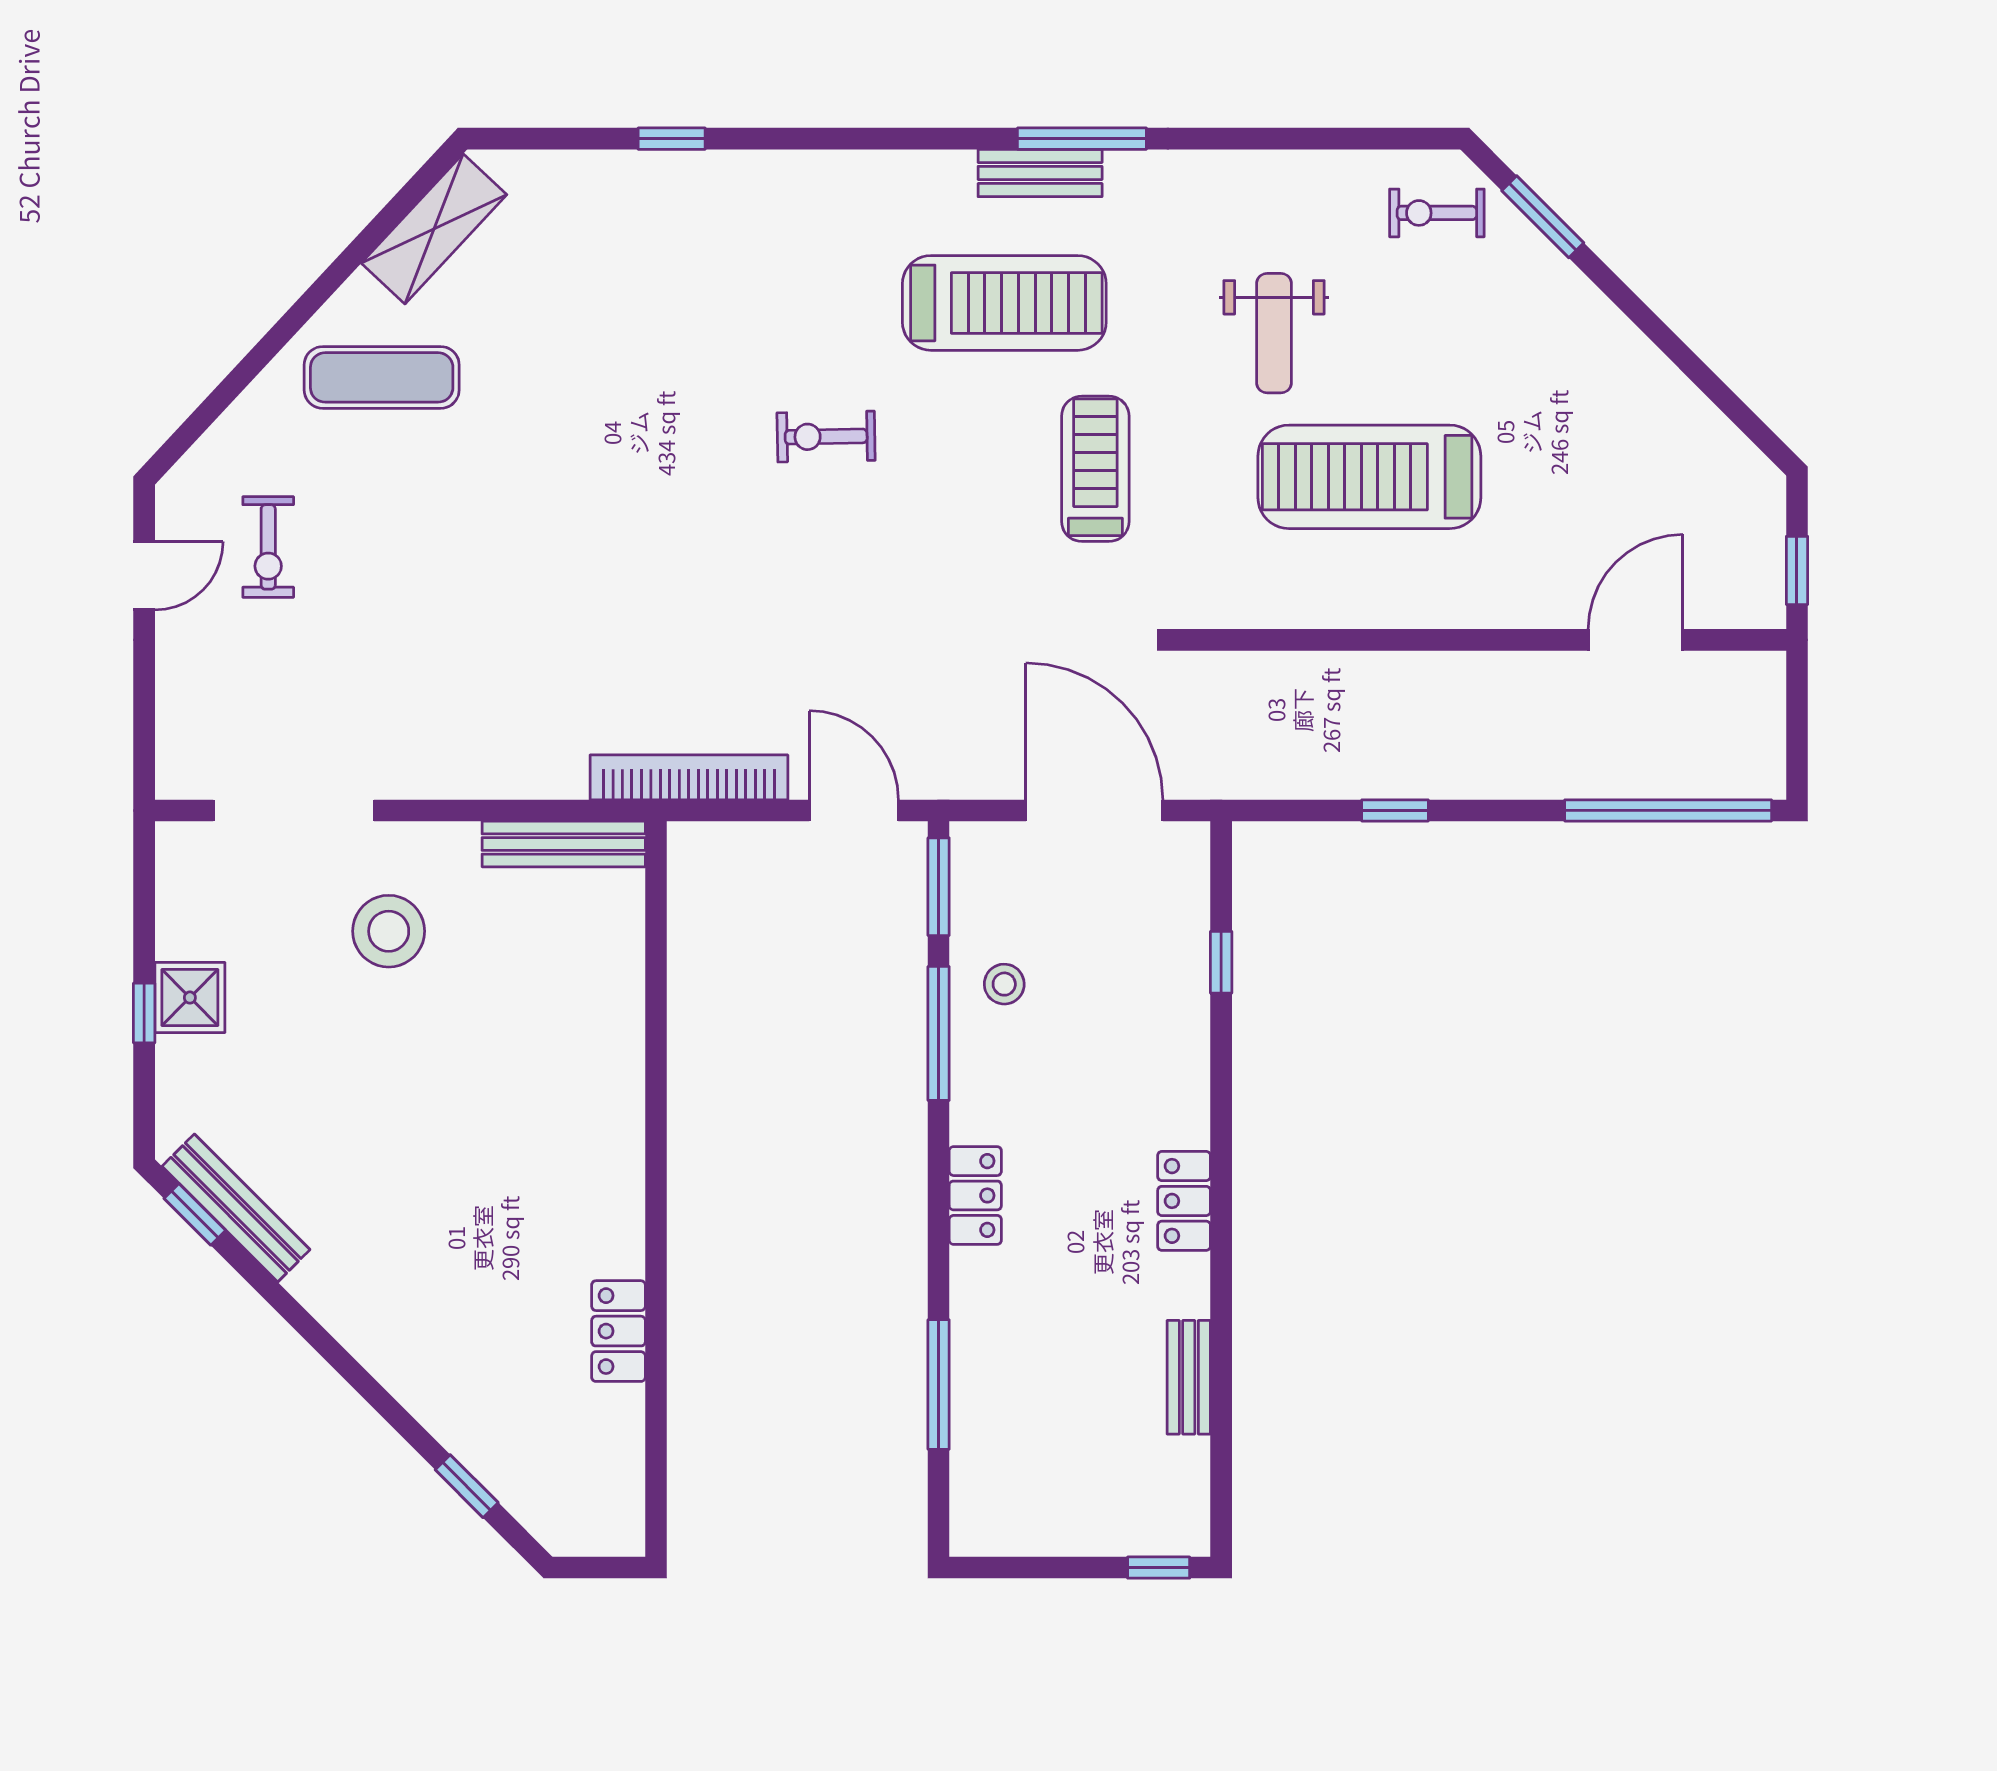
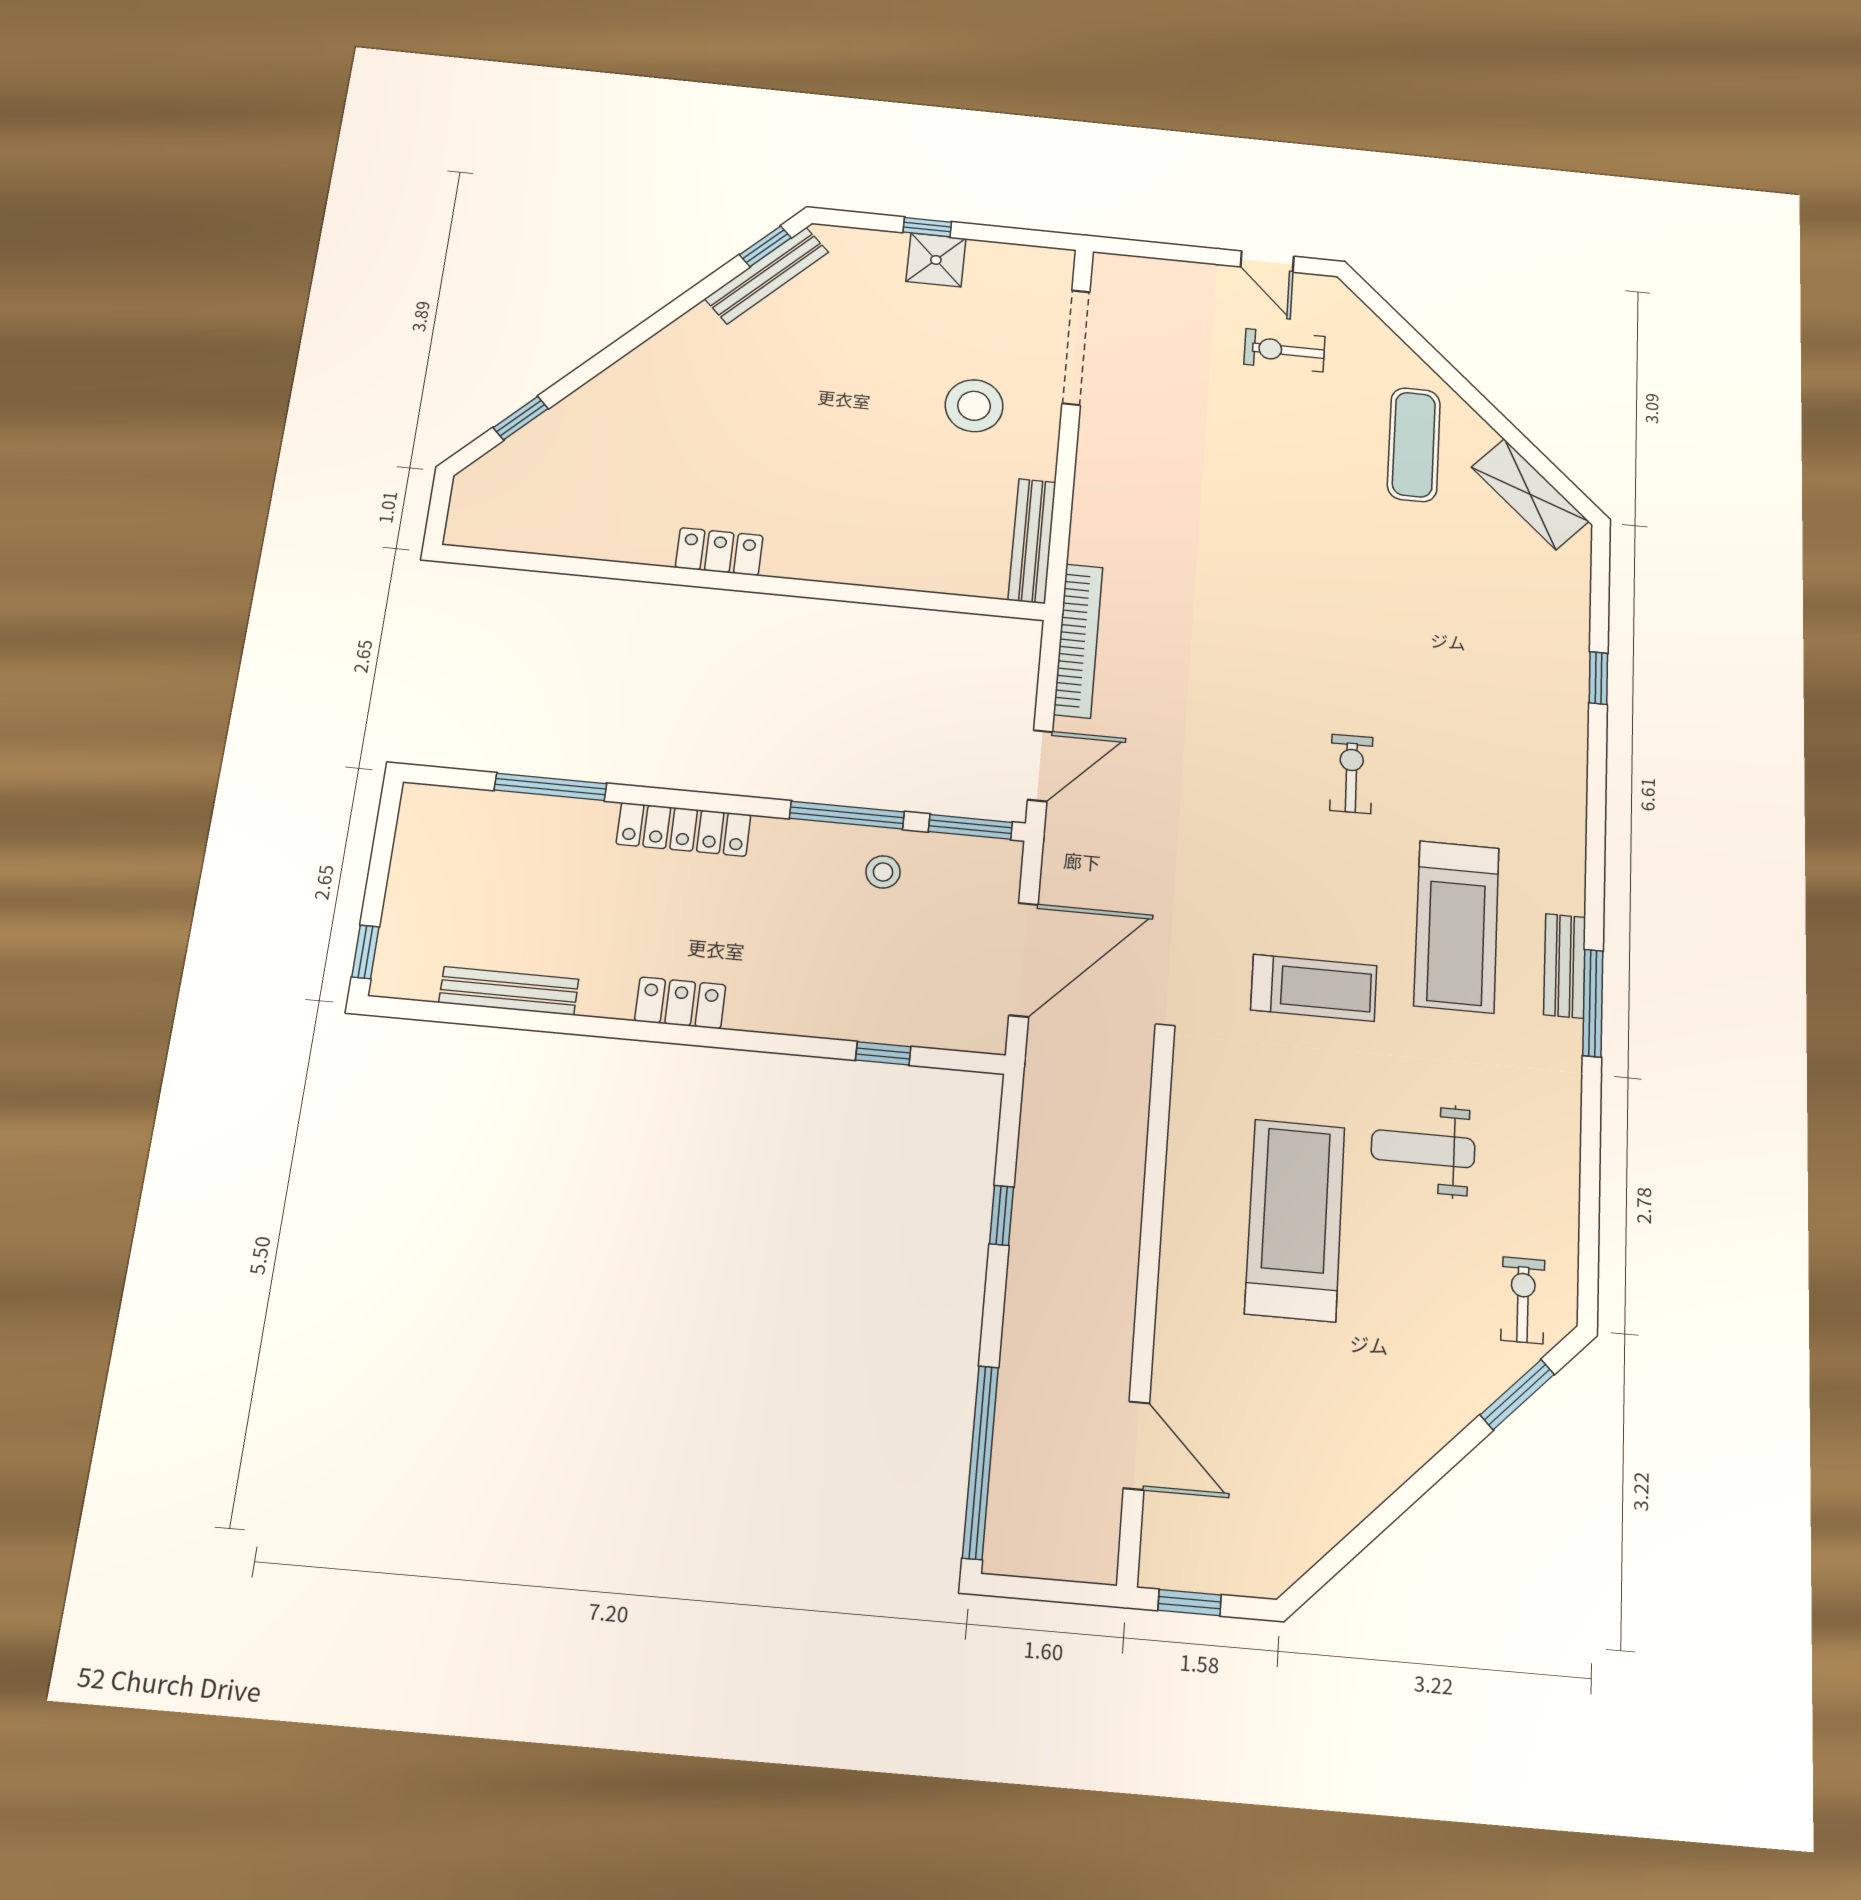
locker: (975, 1195) -> (684, 829), width x1.53
locker: (618, 1331) -> (719, 552), moved
bench: (1189, 1377) -> (509, 991), width x1.36

